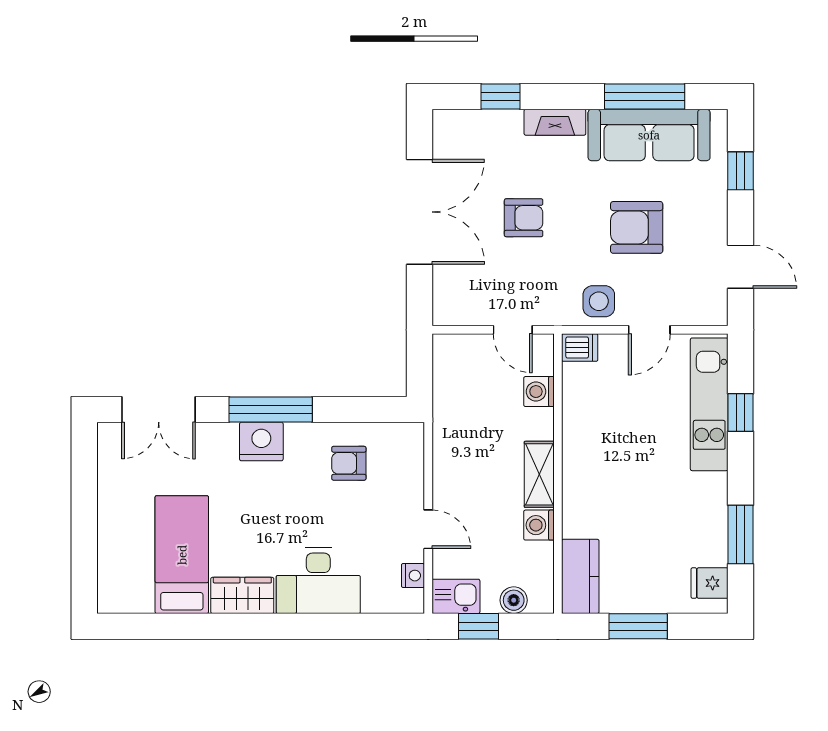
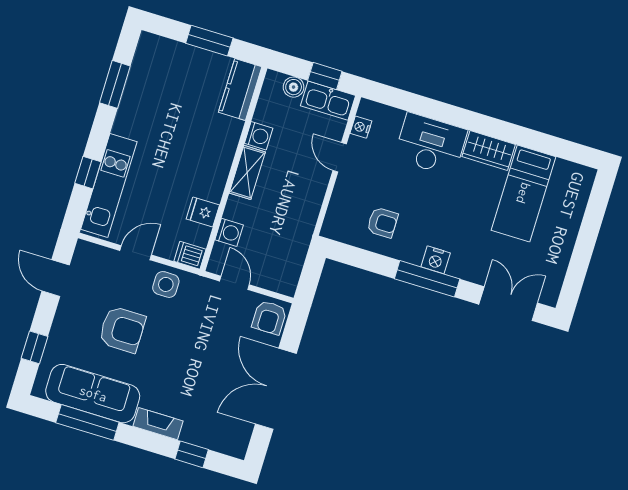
armchair: (524, 218) -> (269, 317), moved, turned -90
nightstand: (261, 441) -> (436, 260), width x0.74, depth x0.75
fridge: (710, 583) -> (203, 212), moved, turned 180
kitchen sink: (456, 596) -> (328, 101), width x1.38

